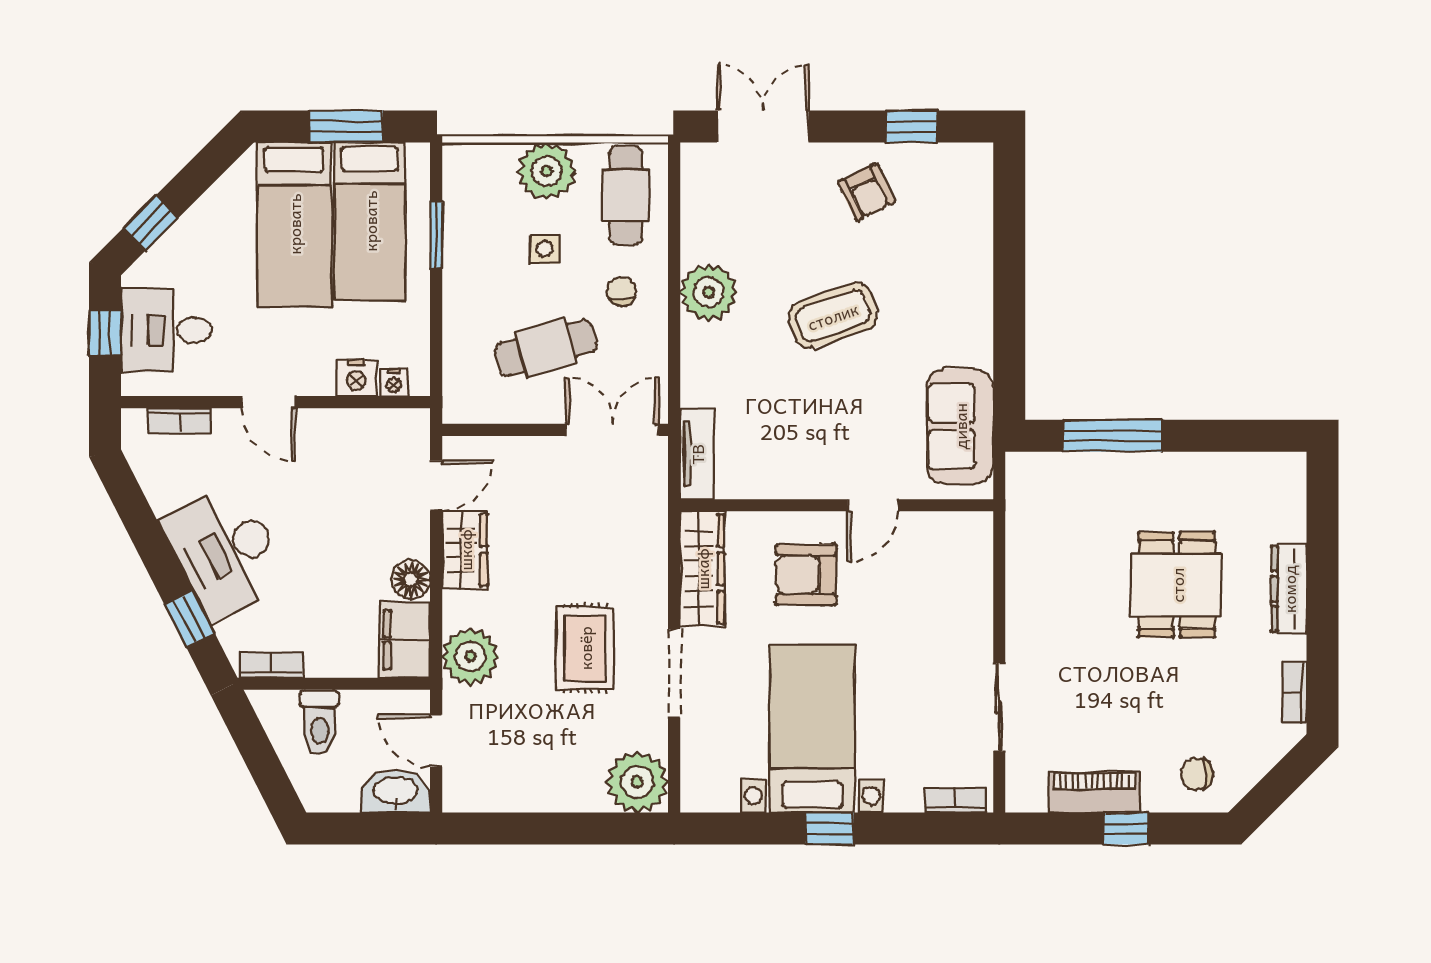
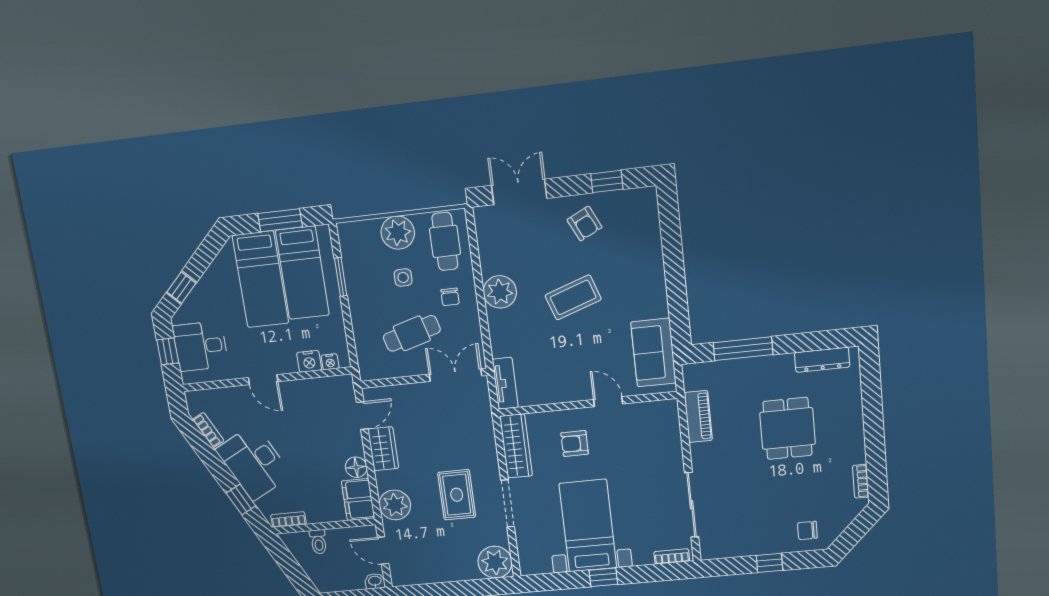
chair: (621, 291) -> (450, 297), turned 180
bookcase: (179, 421) -> (208, 430), moved, turned -117
door: (873, 505) -> (608, 402), swing flipped
armchair: (806, 575) -> (575, 444), width x0.72, depth x0.72
dresser: (1289, 589) -> (822, 360), moved, turned -90
sliding door: (999, 707) -> (692, 505), width x1.37
toilet: (319, 722) -> (318, 542), width x0.73, depth x0.72
washbasin: (396, 792) -> (375, 581), width x0.52, depth x0.69
piano: (1094, 792) -> (698, 417), moved, turned 90

